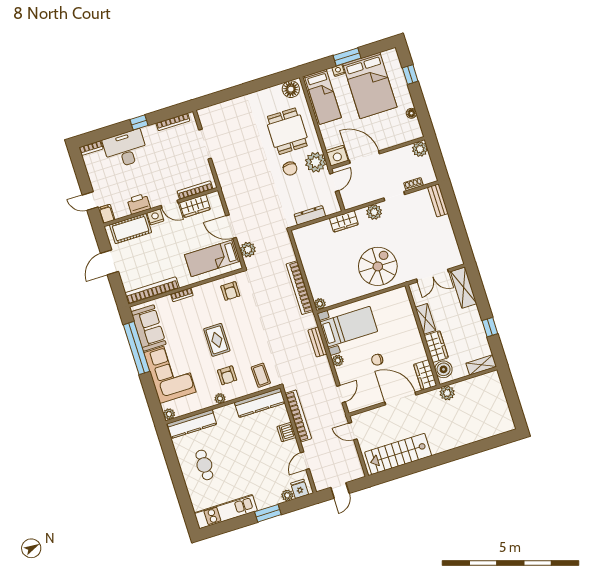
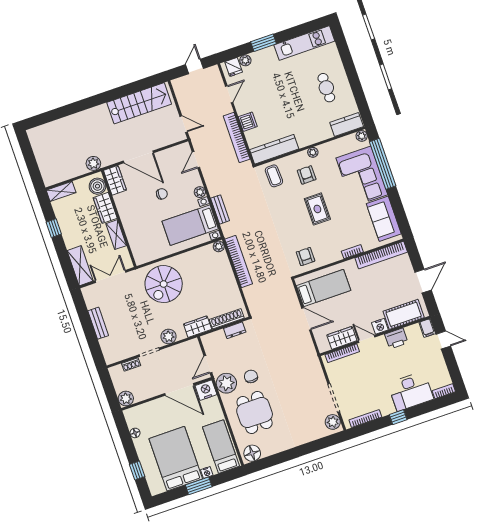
bench: (438, 200) -> (98, 323), moved
dresser: (310, 215) -> (235, 330), width x0.70
shoe rack: (313, 229) -> (227, 319), added
plant: (248, 250) -> (333, 422), moved
window: (137, 348) -> (383, 164), moved
kitchen counter: (192, 424) -> (347, 124), width x0.67

